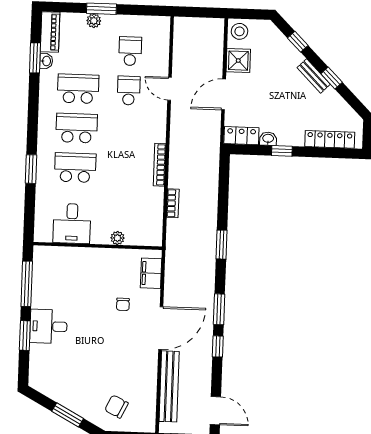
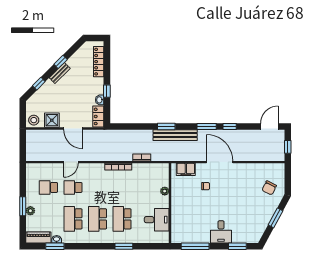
window: (25, 335) -> (237, 246), moved
bench: (169, 386) -> (175, 135), moved

